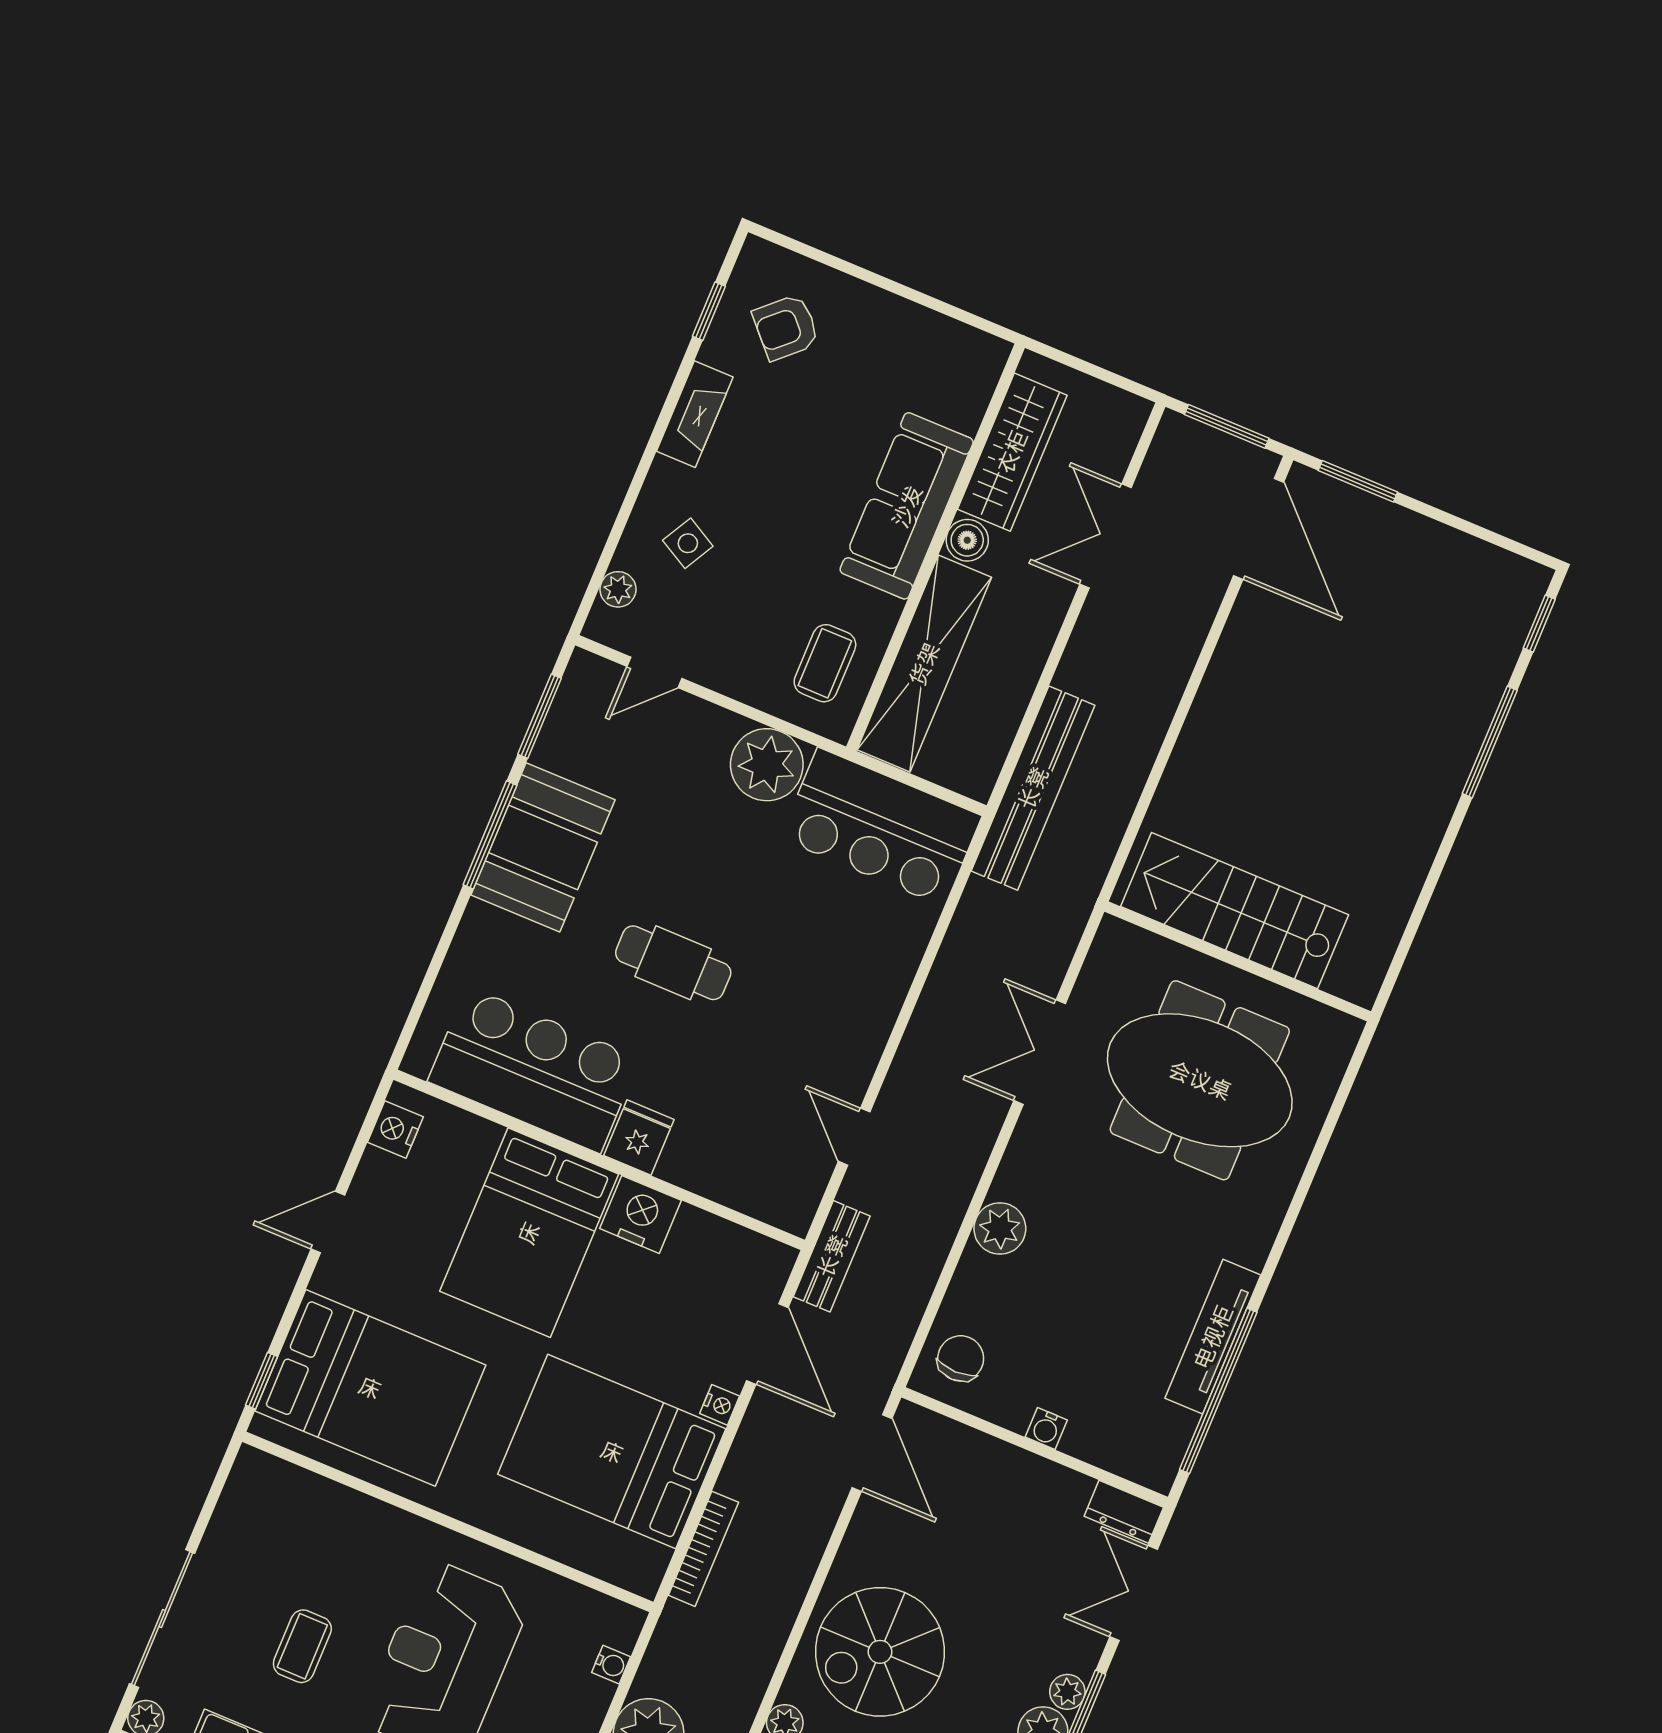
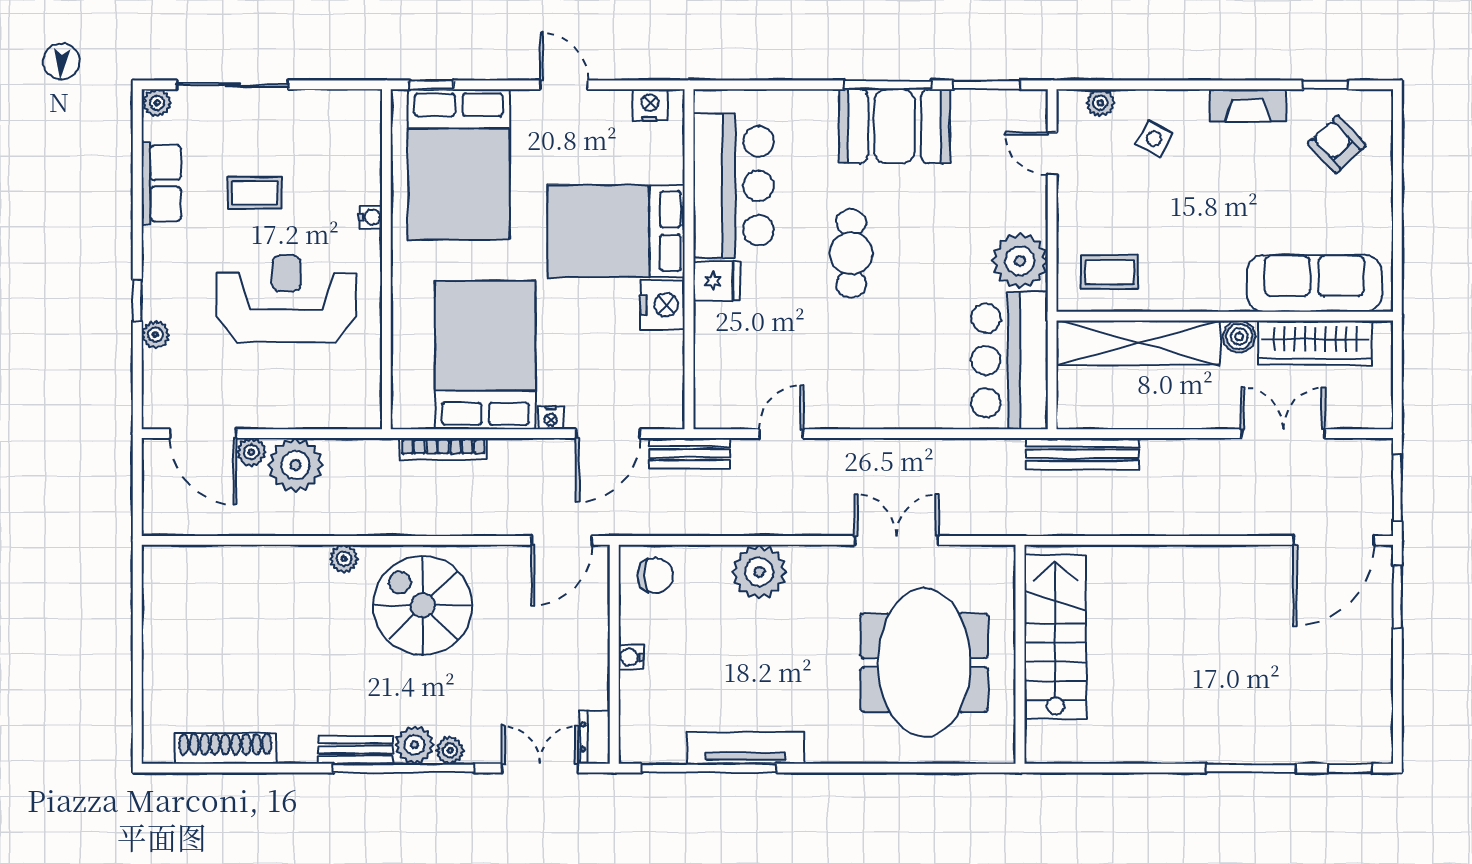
sofa: (907, 506) -> (1314, 283), moved
bench: (1033, 788) -> (1082, 454), width x0.73, depth x0.82
plant: (1000, 1228) -> (759, 572), width x1.36, depth x1.36
water cooler: (611, 1665) -> (371, 217), moved, turned -90

